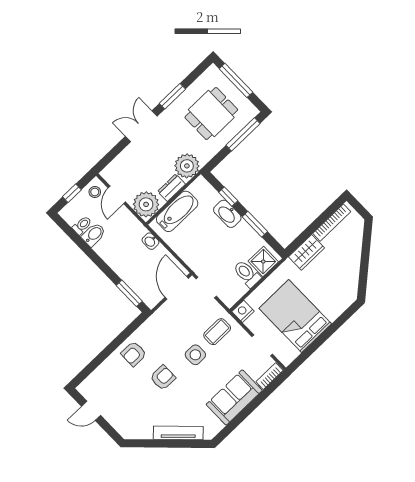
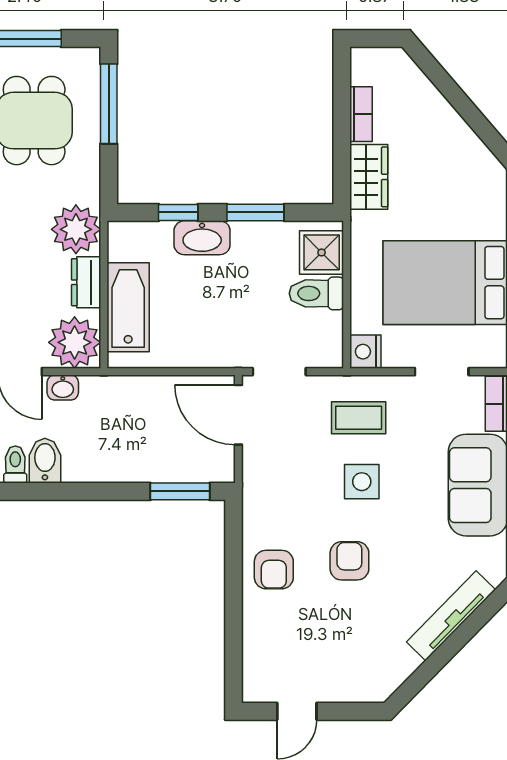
bookcase: (332, 223) -> (361, 114), width x0.64
washbasin: (150, 241) -> (63, 388), moved
coffee table: (217, 332) -> (359, 418), turned 90

